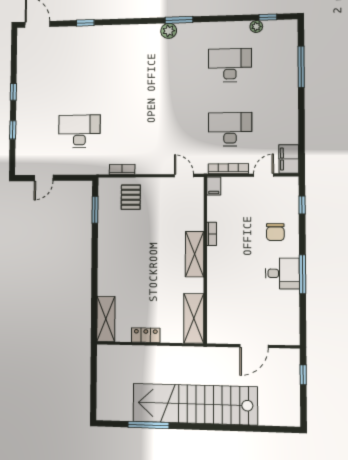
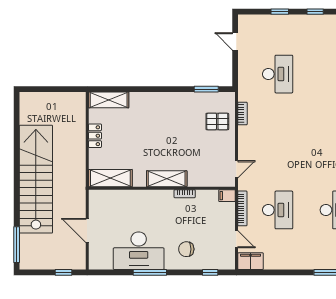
desk: (282, 273) -> (139, 251), width x1.87, depth x1.30
window: (148, 425) -> (17, 245), moved

